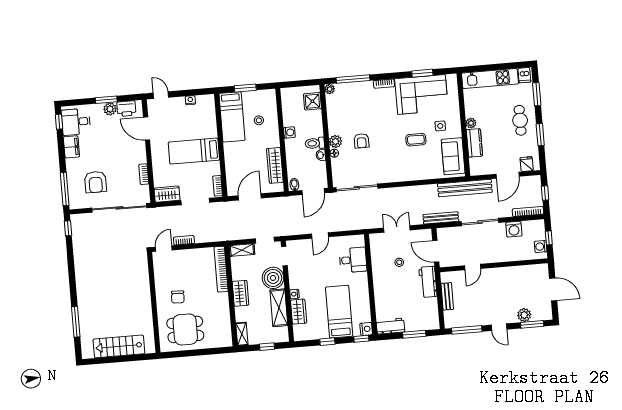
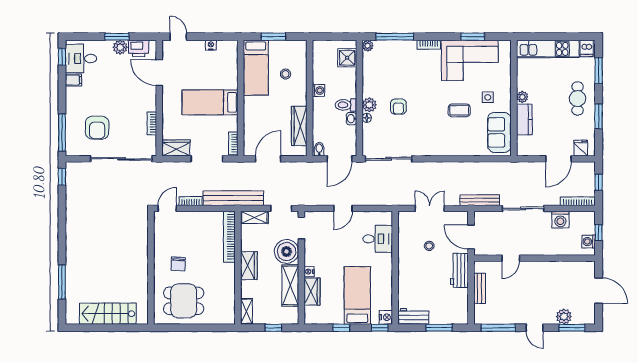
filing cabinet: (71, 147) -> (73, 80), width x0.50
bench: (465, 188) -> (233, 198), moved

